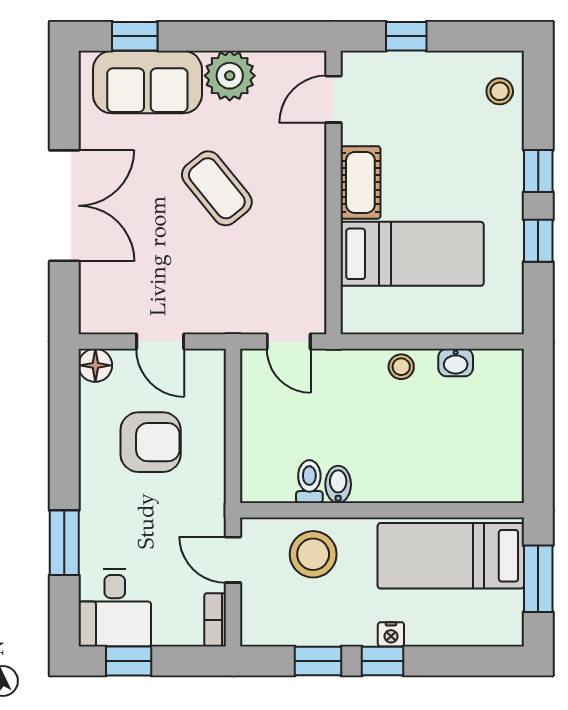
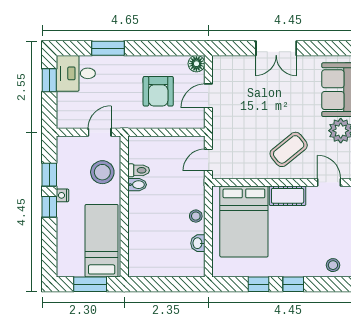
coffee table: (217, 188) -> (289, 149), moved
double door: (64, 206) -> (276, 48), width x0.73
bed: (412, 254) -> (244, 221), width x1.50
bookcase: (215, 620) -> (70, 123), removed
nightstand: (391, 634) -> (62, 195), moved

